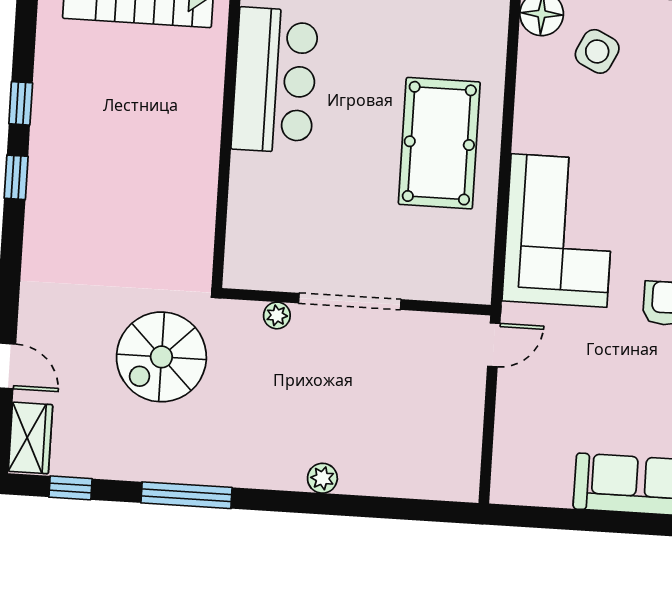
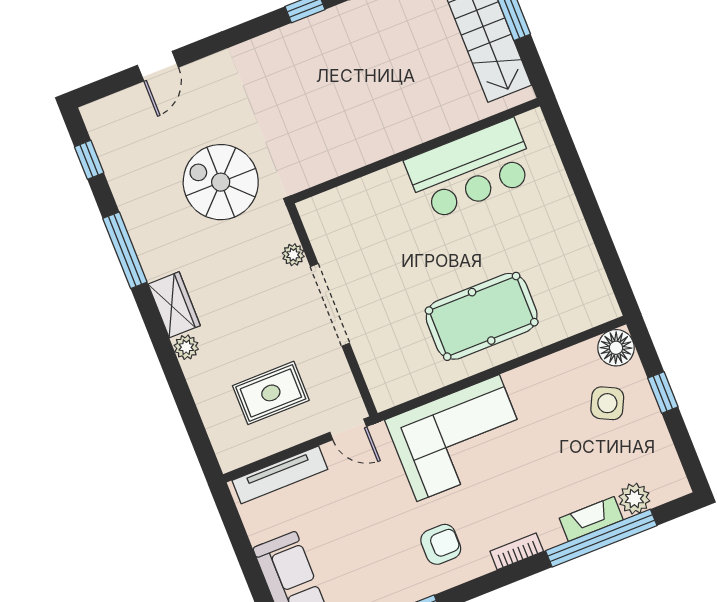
rug: (415, 410) -> (271, 393), added
wardrobe: (30, 438) -> (174, 305), moved, turned -90
tv unit: (508, 442) -> (280, 475), added

